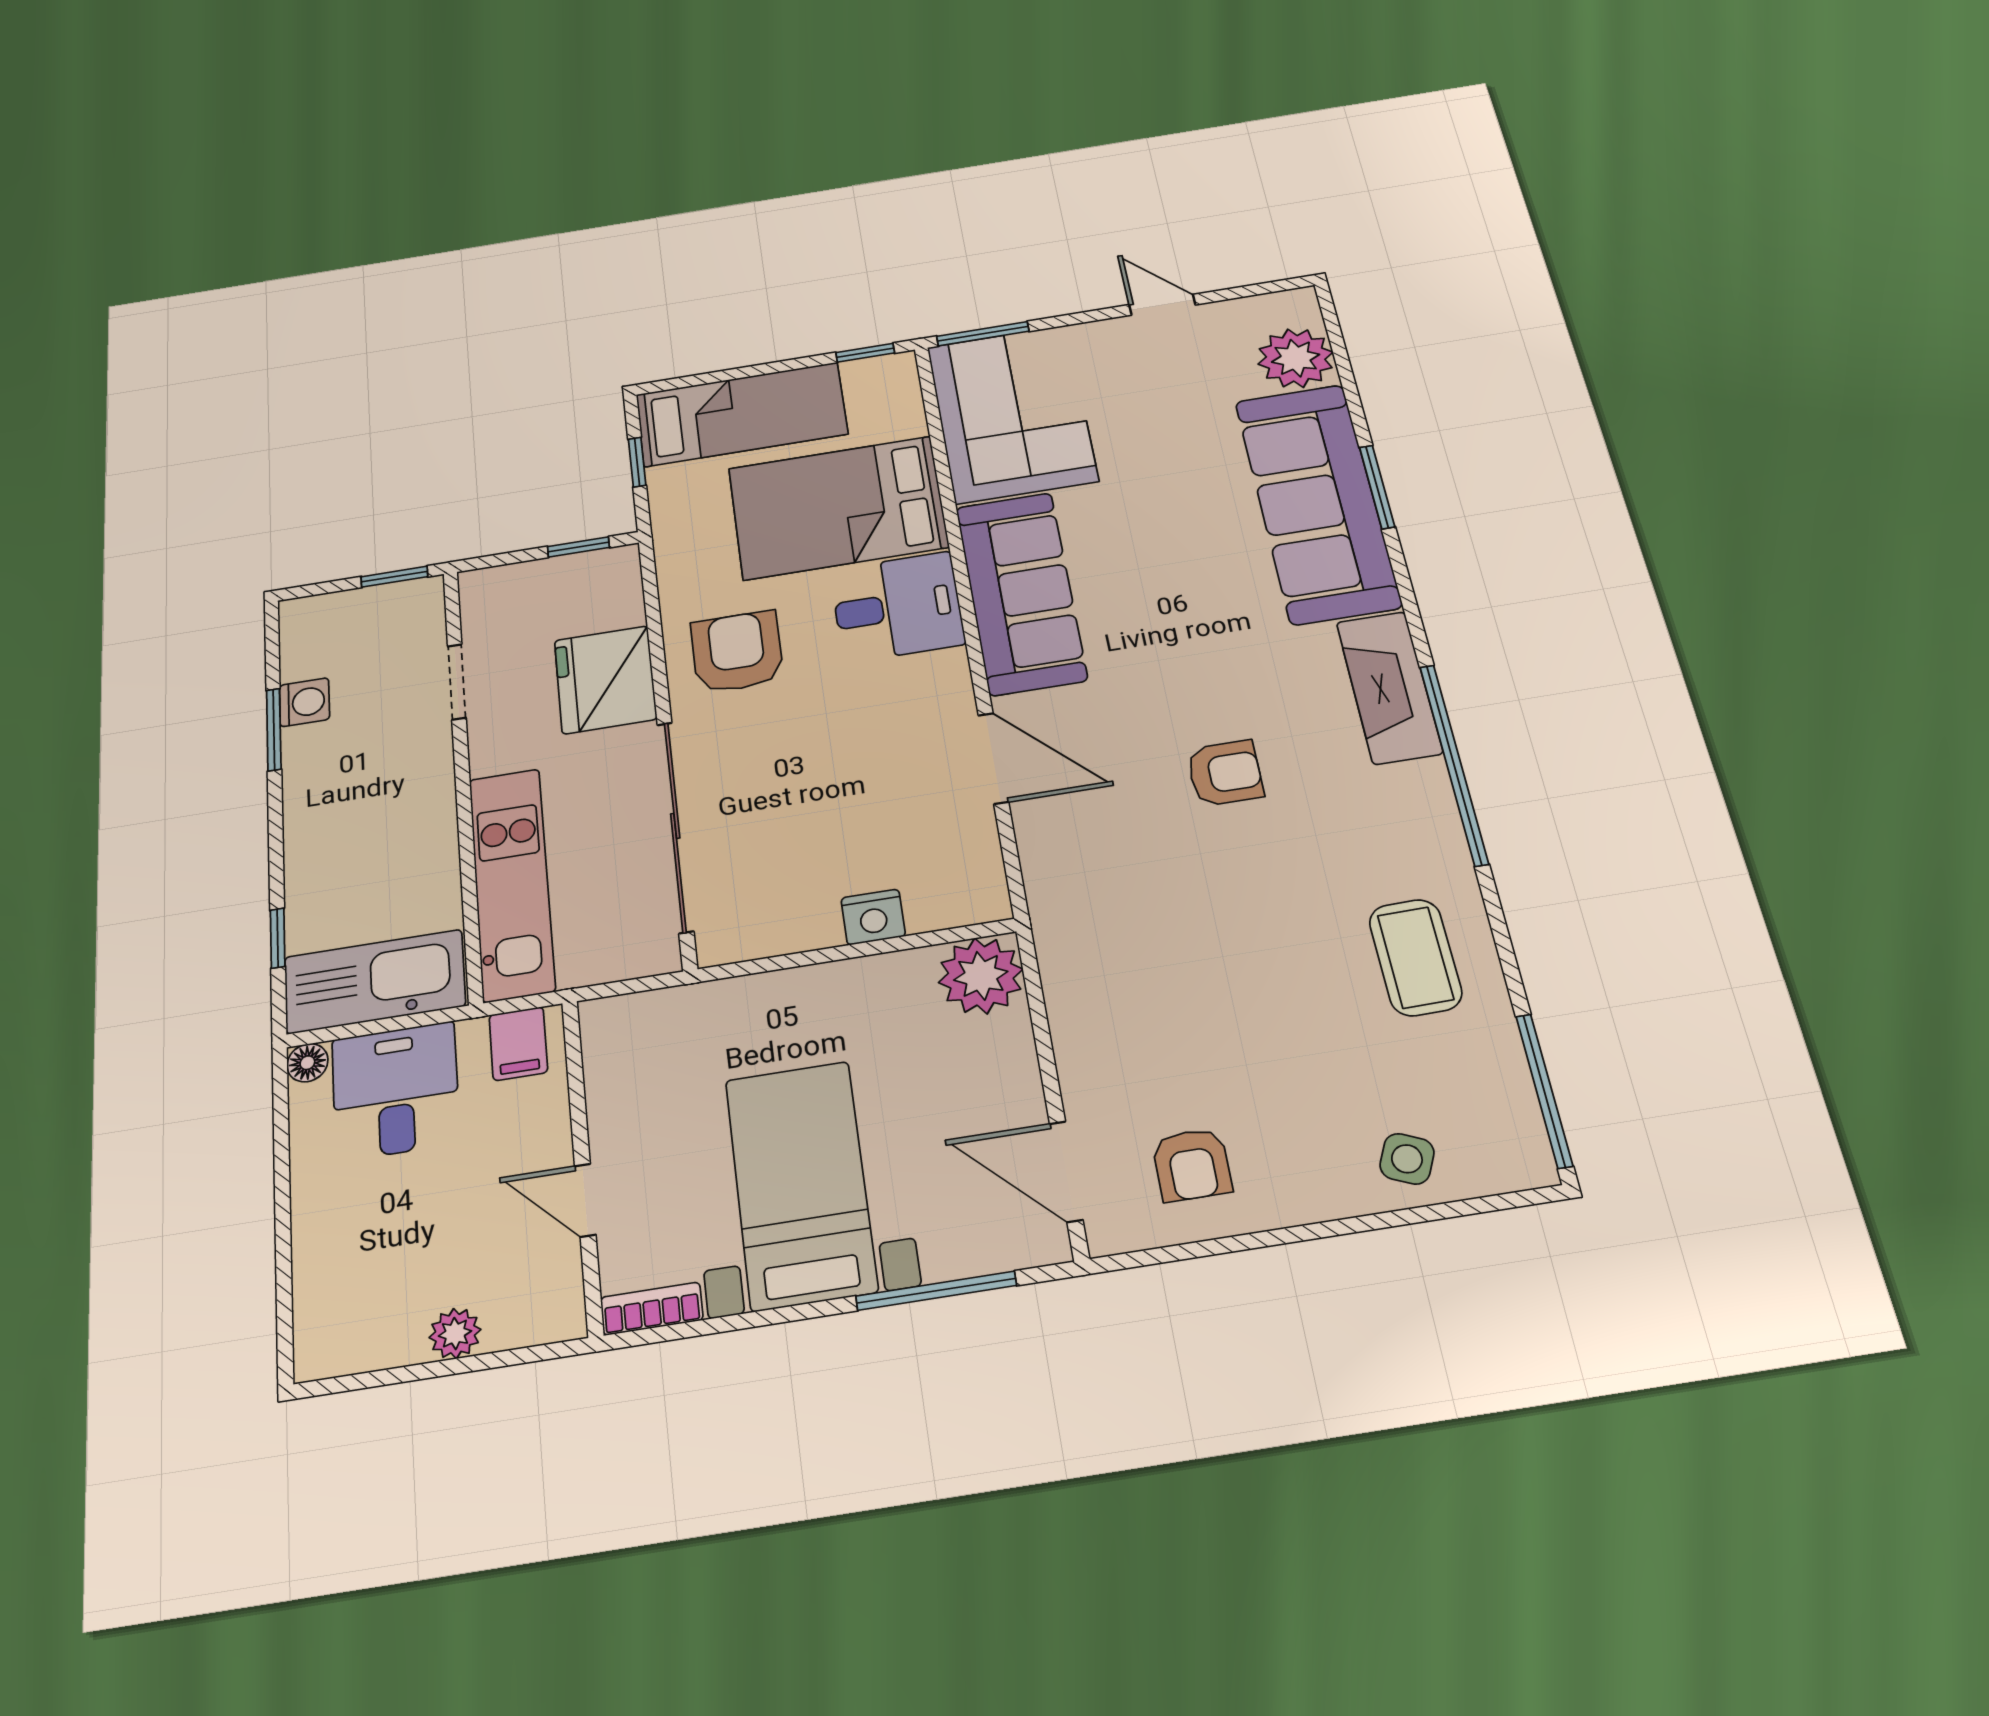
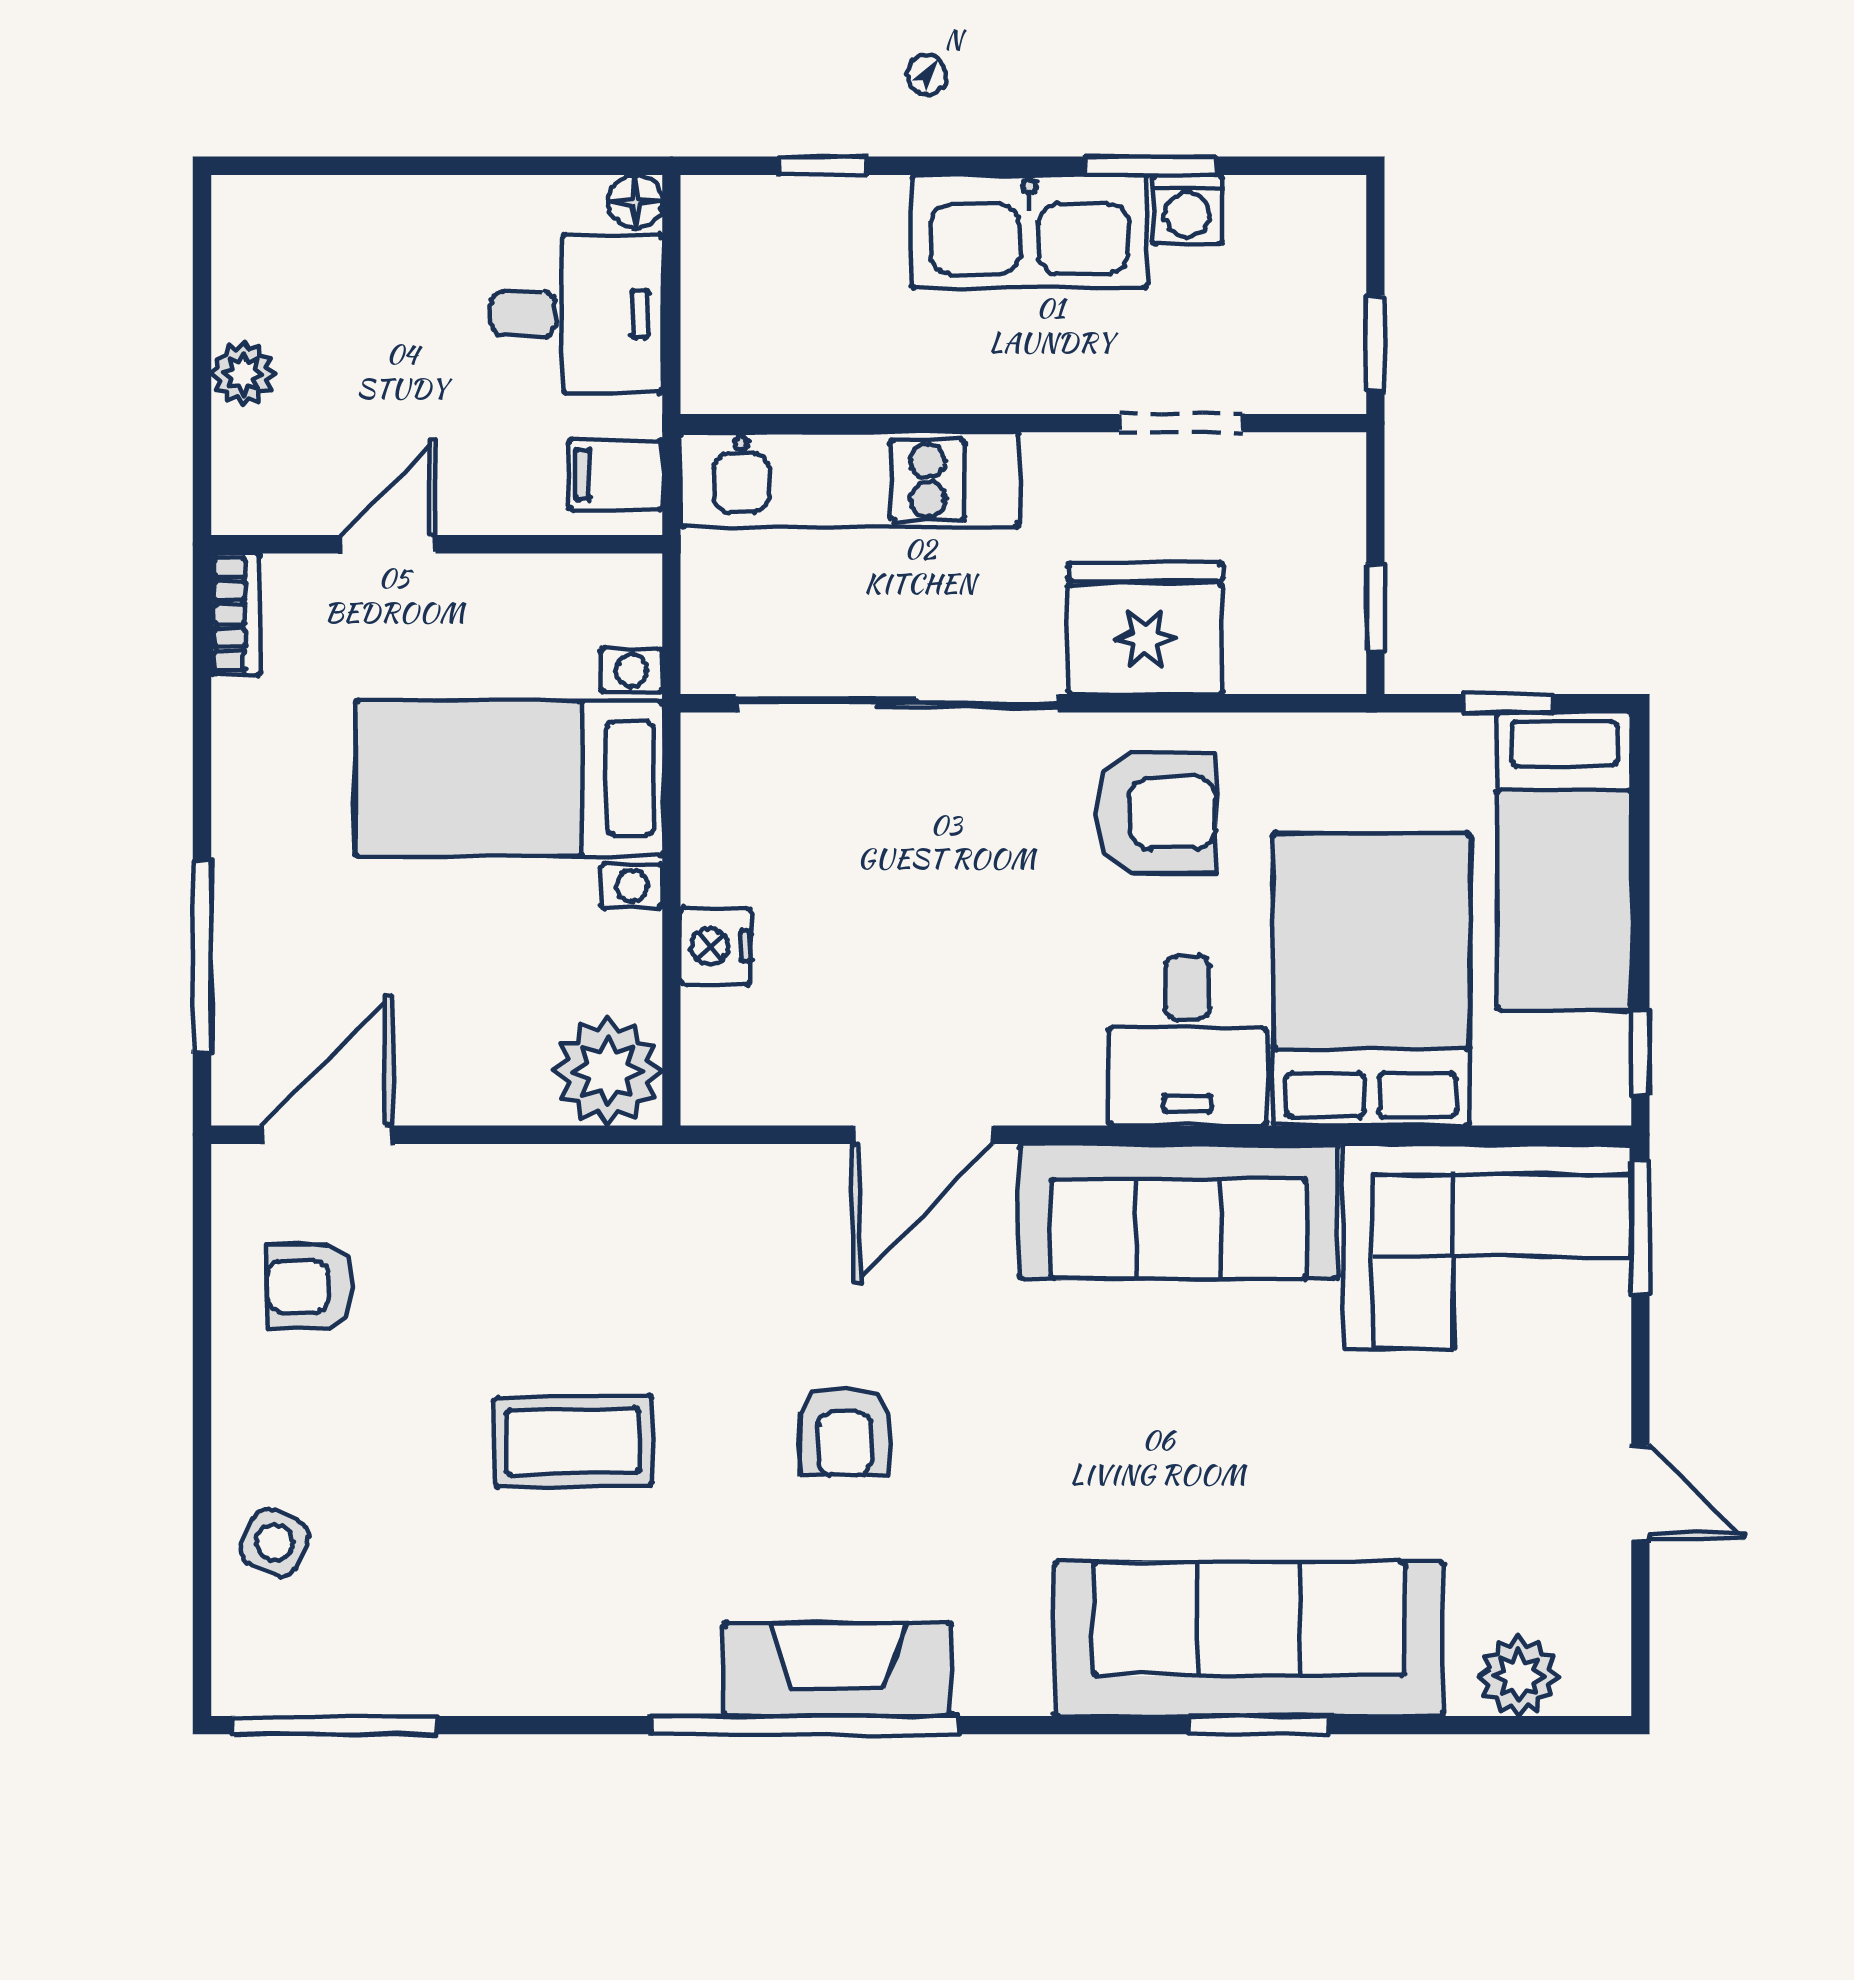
door: (1162, 305) -> (1640, 1493), hinge flipped
plant: (1296, 358) -> (1519, 1676), width x0.73, depth x0.73
fireplace: (1389, 687) -> (838, 1669), moved
coffee table: (1415, 957) -> (573, 1442), moved
kitchen sink: (375, 982) -> (1029, 231), moved, turned 90
bed with nightstands: (801, 1184) -> (509, 778), moved, turned 180

